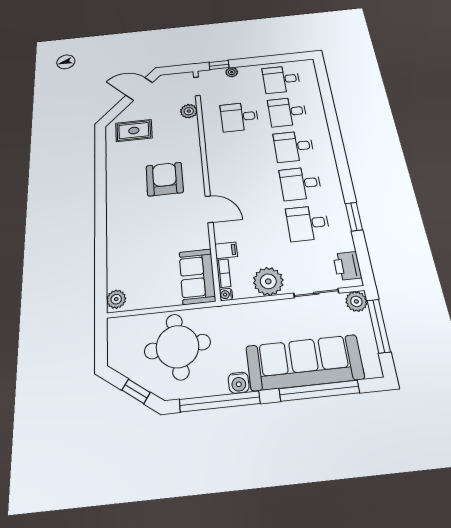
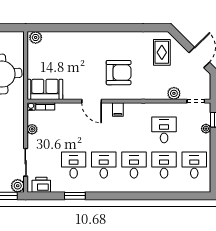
door: (209, 209) -> (92, 101), hinge flipped
filing cabinet: (226, 250) -> (118, 109), moved
plant: (268, 281) -> (32, 129), width x0.53, depth x0.53

